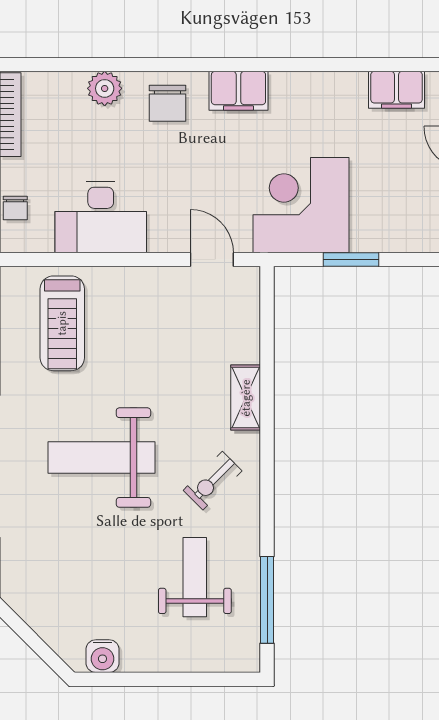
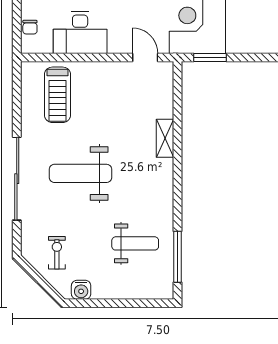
window: (351, 260) -> (210, 57), moved
exercise bike: (213, 481) -> (57, 253), moved, turned 135
weight bench: (195, 577) -> (135, 243), turned 90

